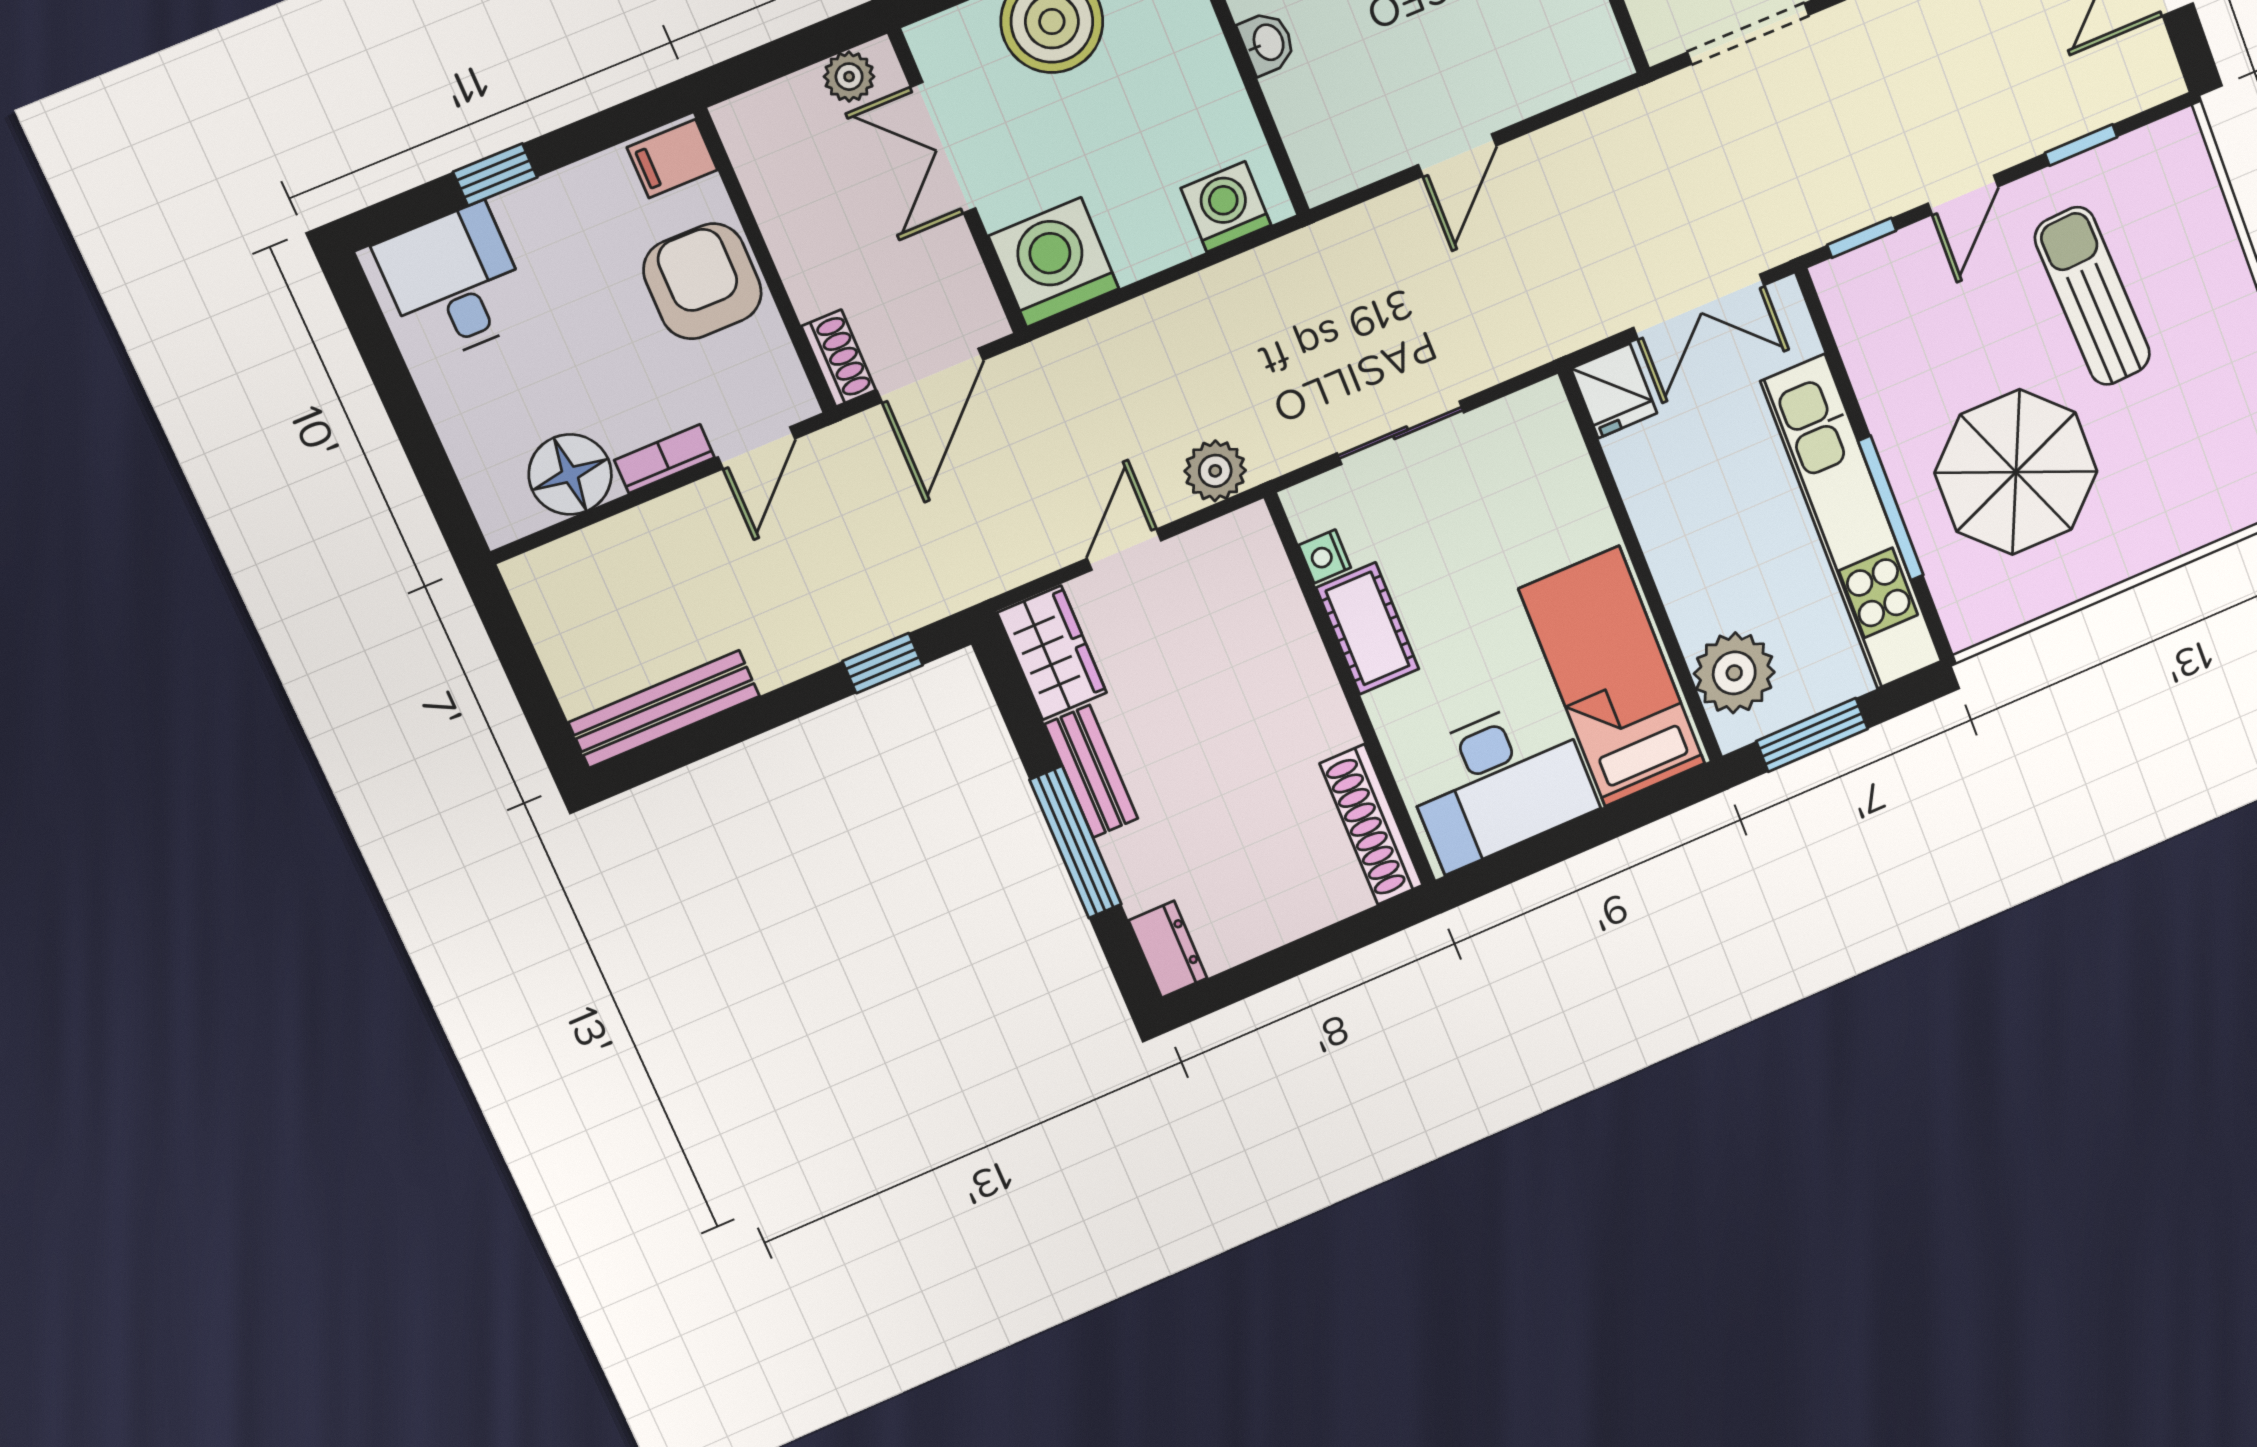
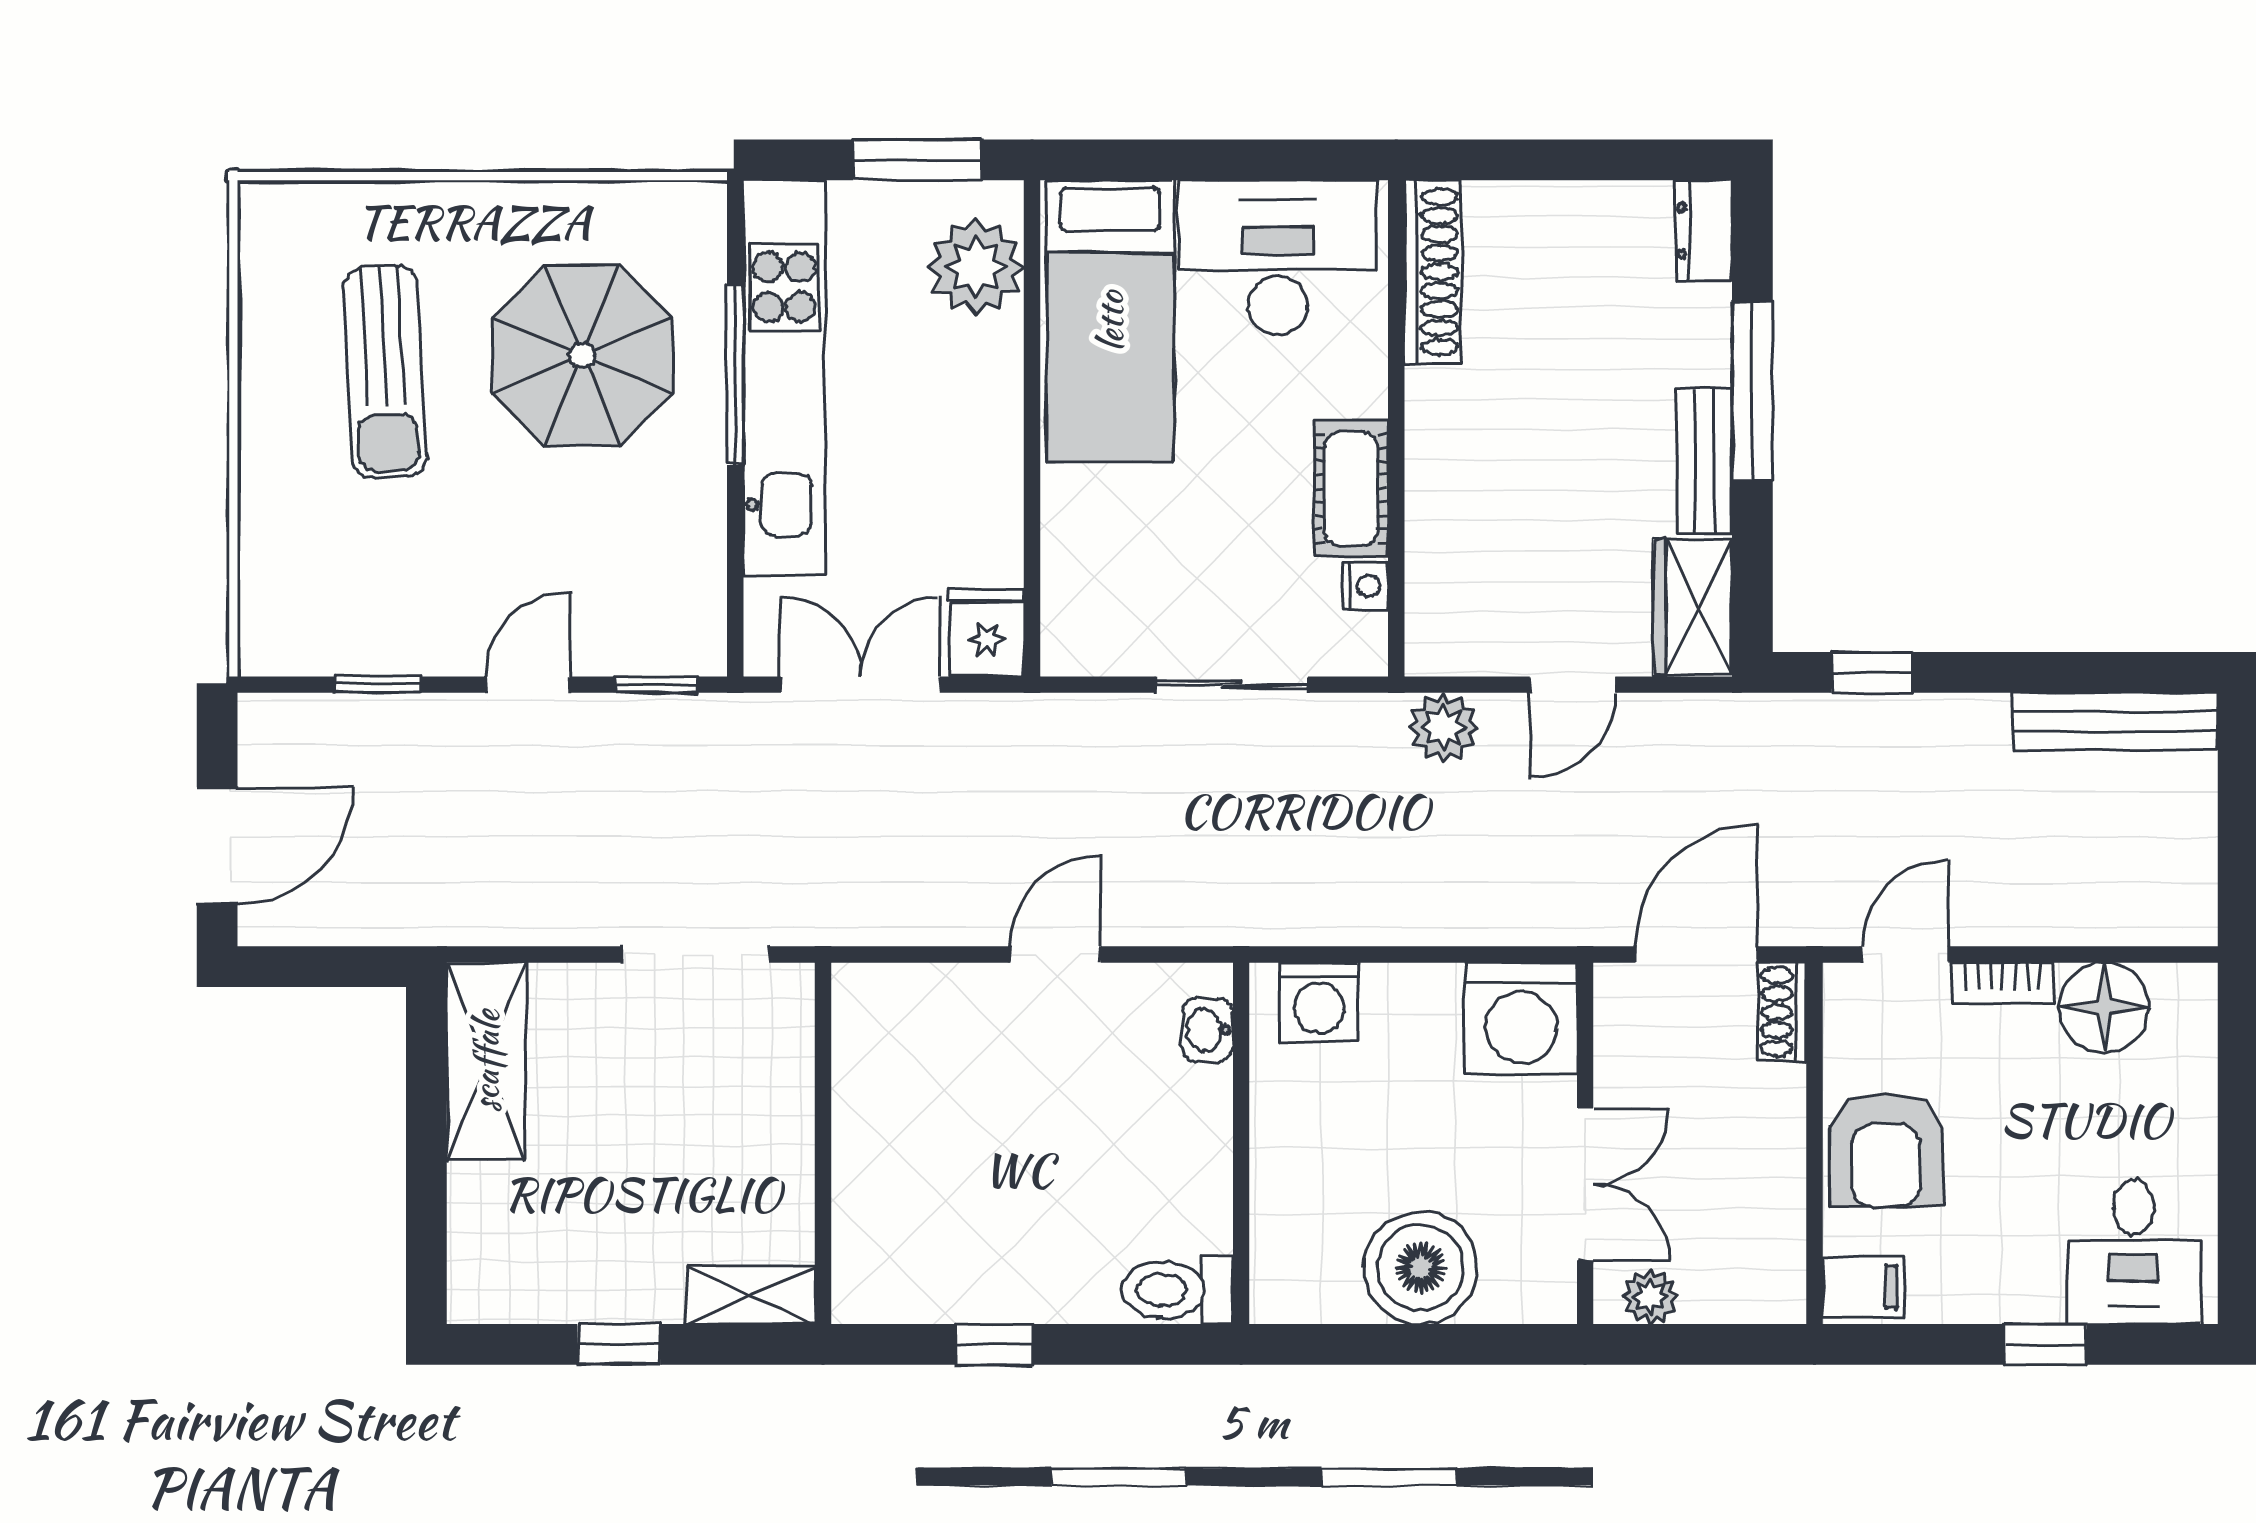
washbasin: (1267, 43) -> (1208, 1030), moved
sun lounger: (2092, 296) -> (385, 372), moved

